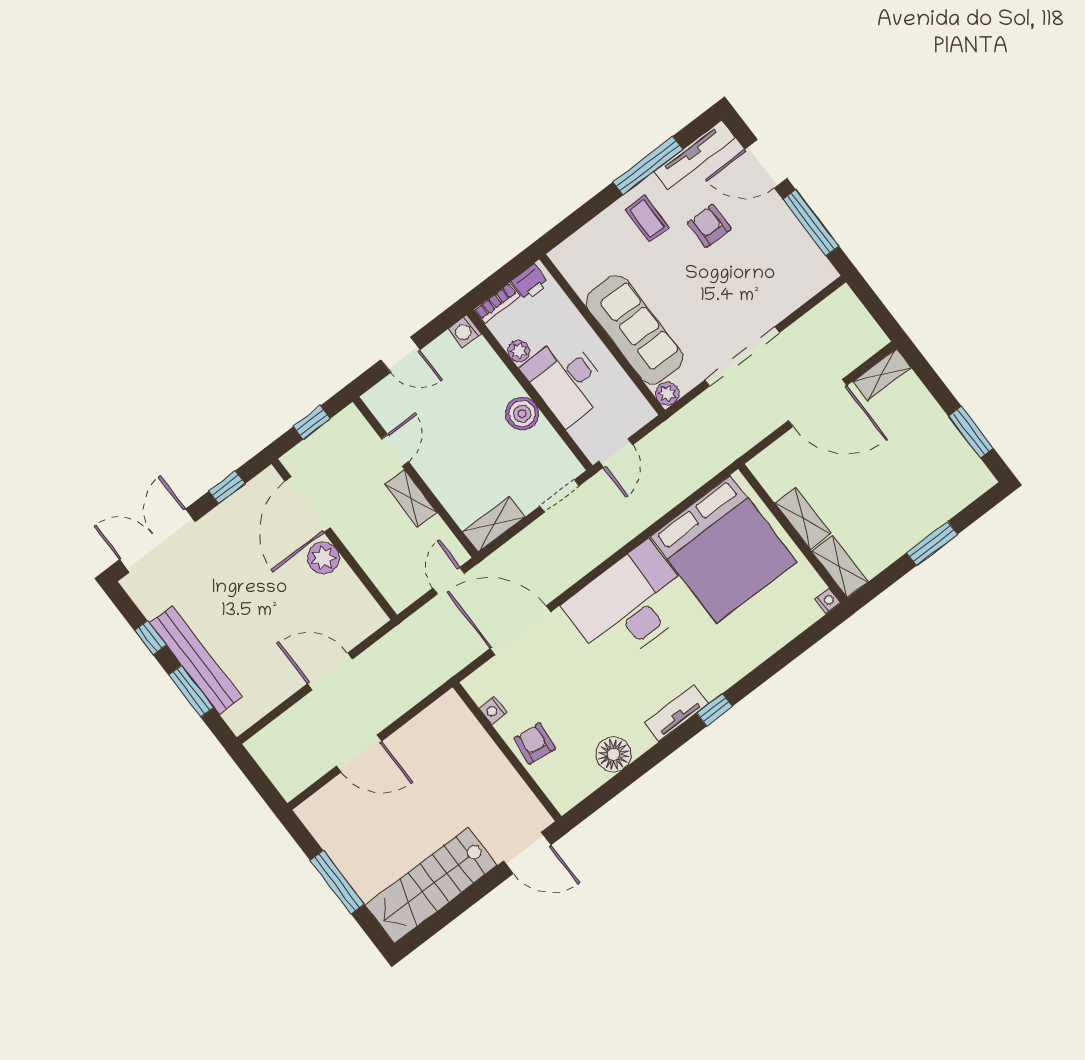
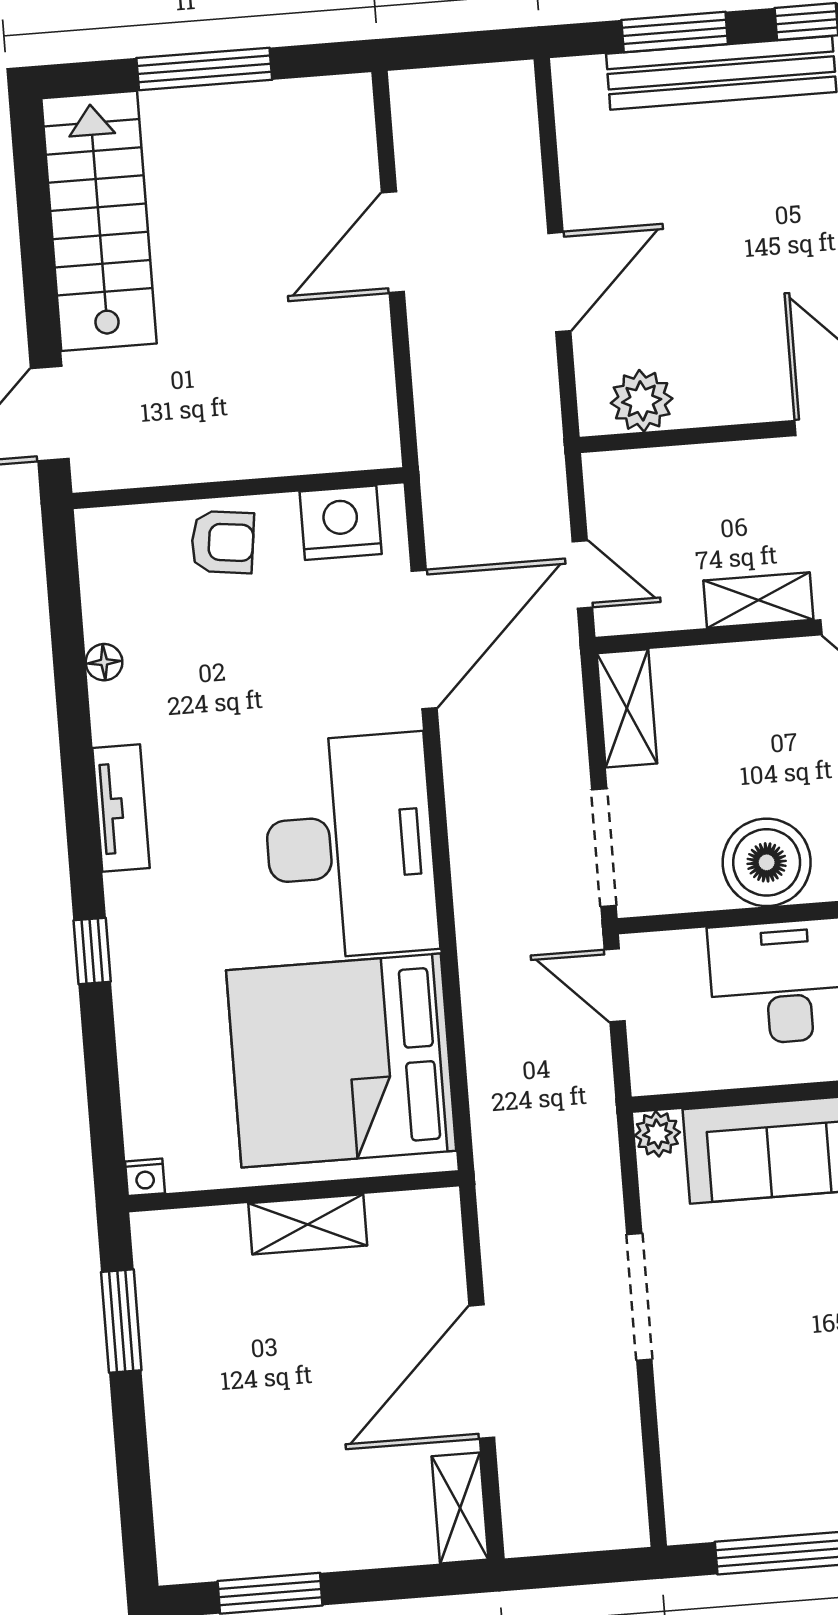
doorway: (742, 356) -> (639, 1297), width x0.73
boiler: (522, 414) -> (767, 862), width x1.37, depth x1.37
doorway: (560, 496) -> (604, 847), width x1.38
window: (932, 543) -> (121, 1321), moved
plant: (323, 558) -> (642, 401), moved
shelving: (840, 567) -> (189, 1234), removed
nightstand: (493, 710) -> (341, 523), width x1.89, depth x1.79
window: (714, 710) -> (92, 951), moved
floor lamp: (614, 754) -> (104, 662), width x0.53, depth x0.53

